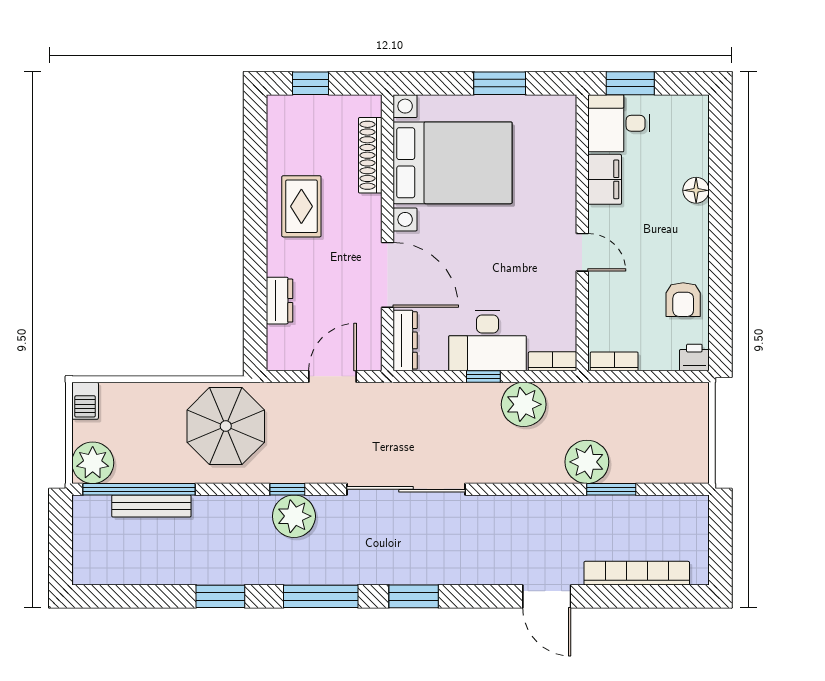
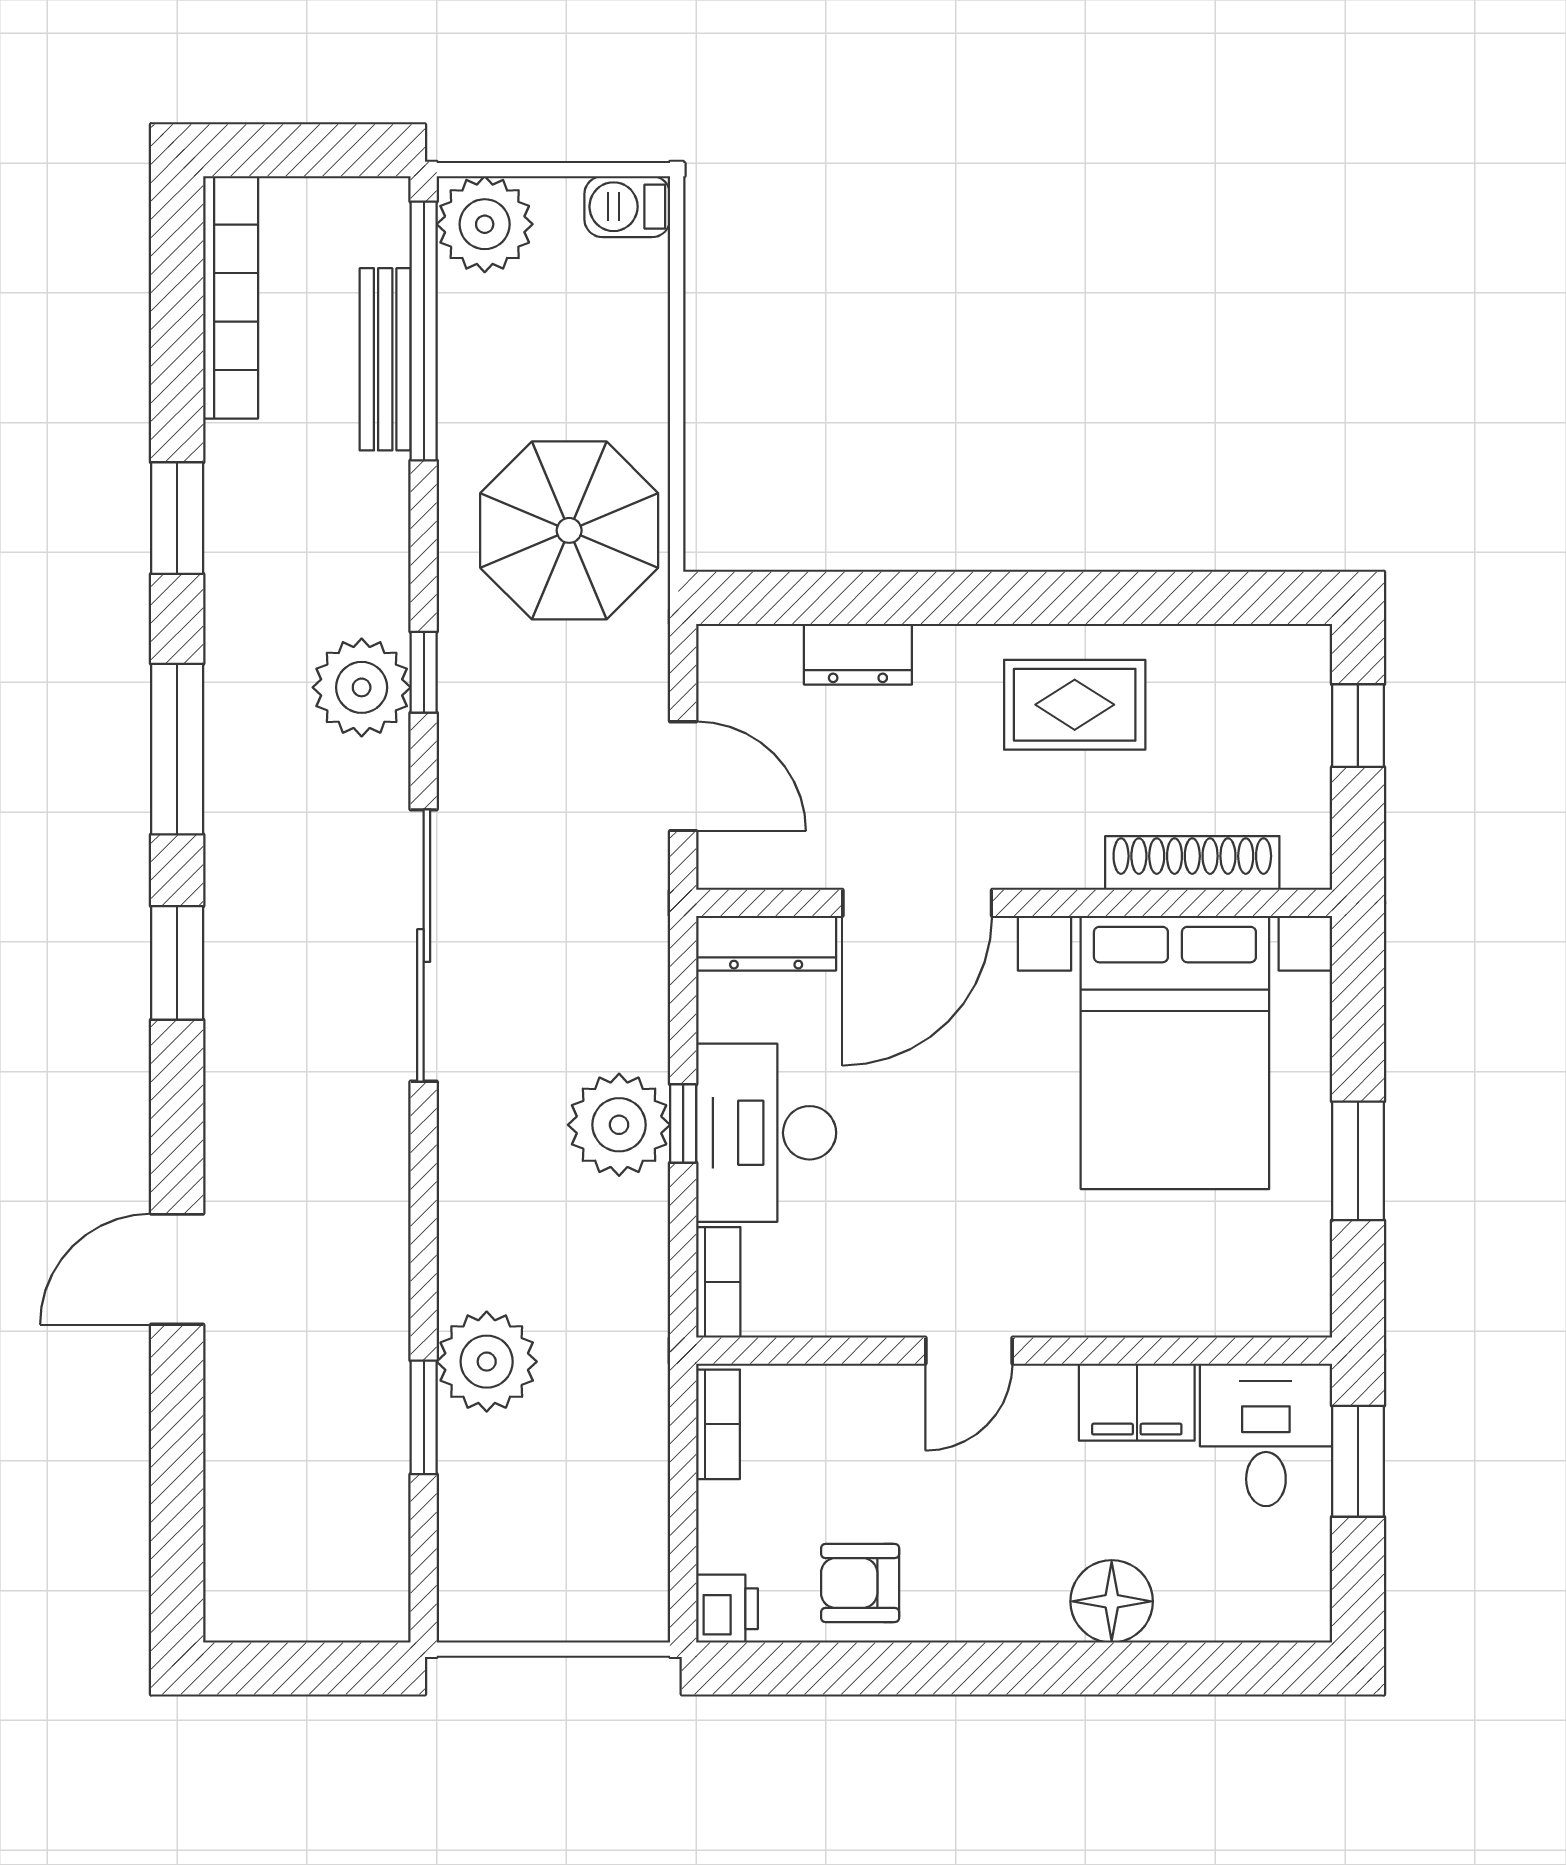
floor lamp: (696, 190) -> (1112, 1601), width x1.38, depth x1.38
plant: (524, 404) -> (619, 1125), moved
bookcase: (637, 573) -> (231, 297), moved

